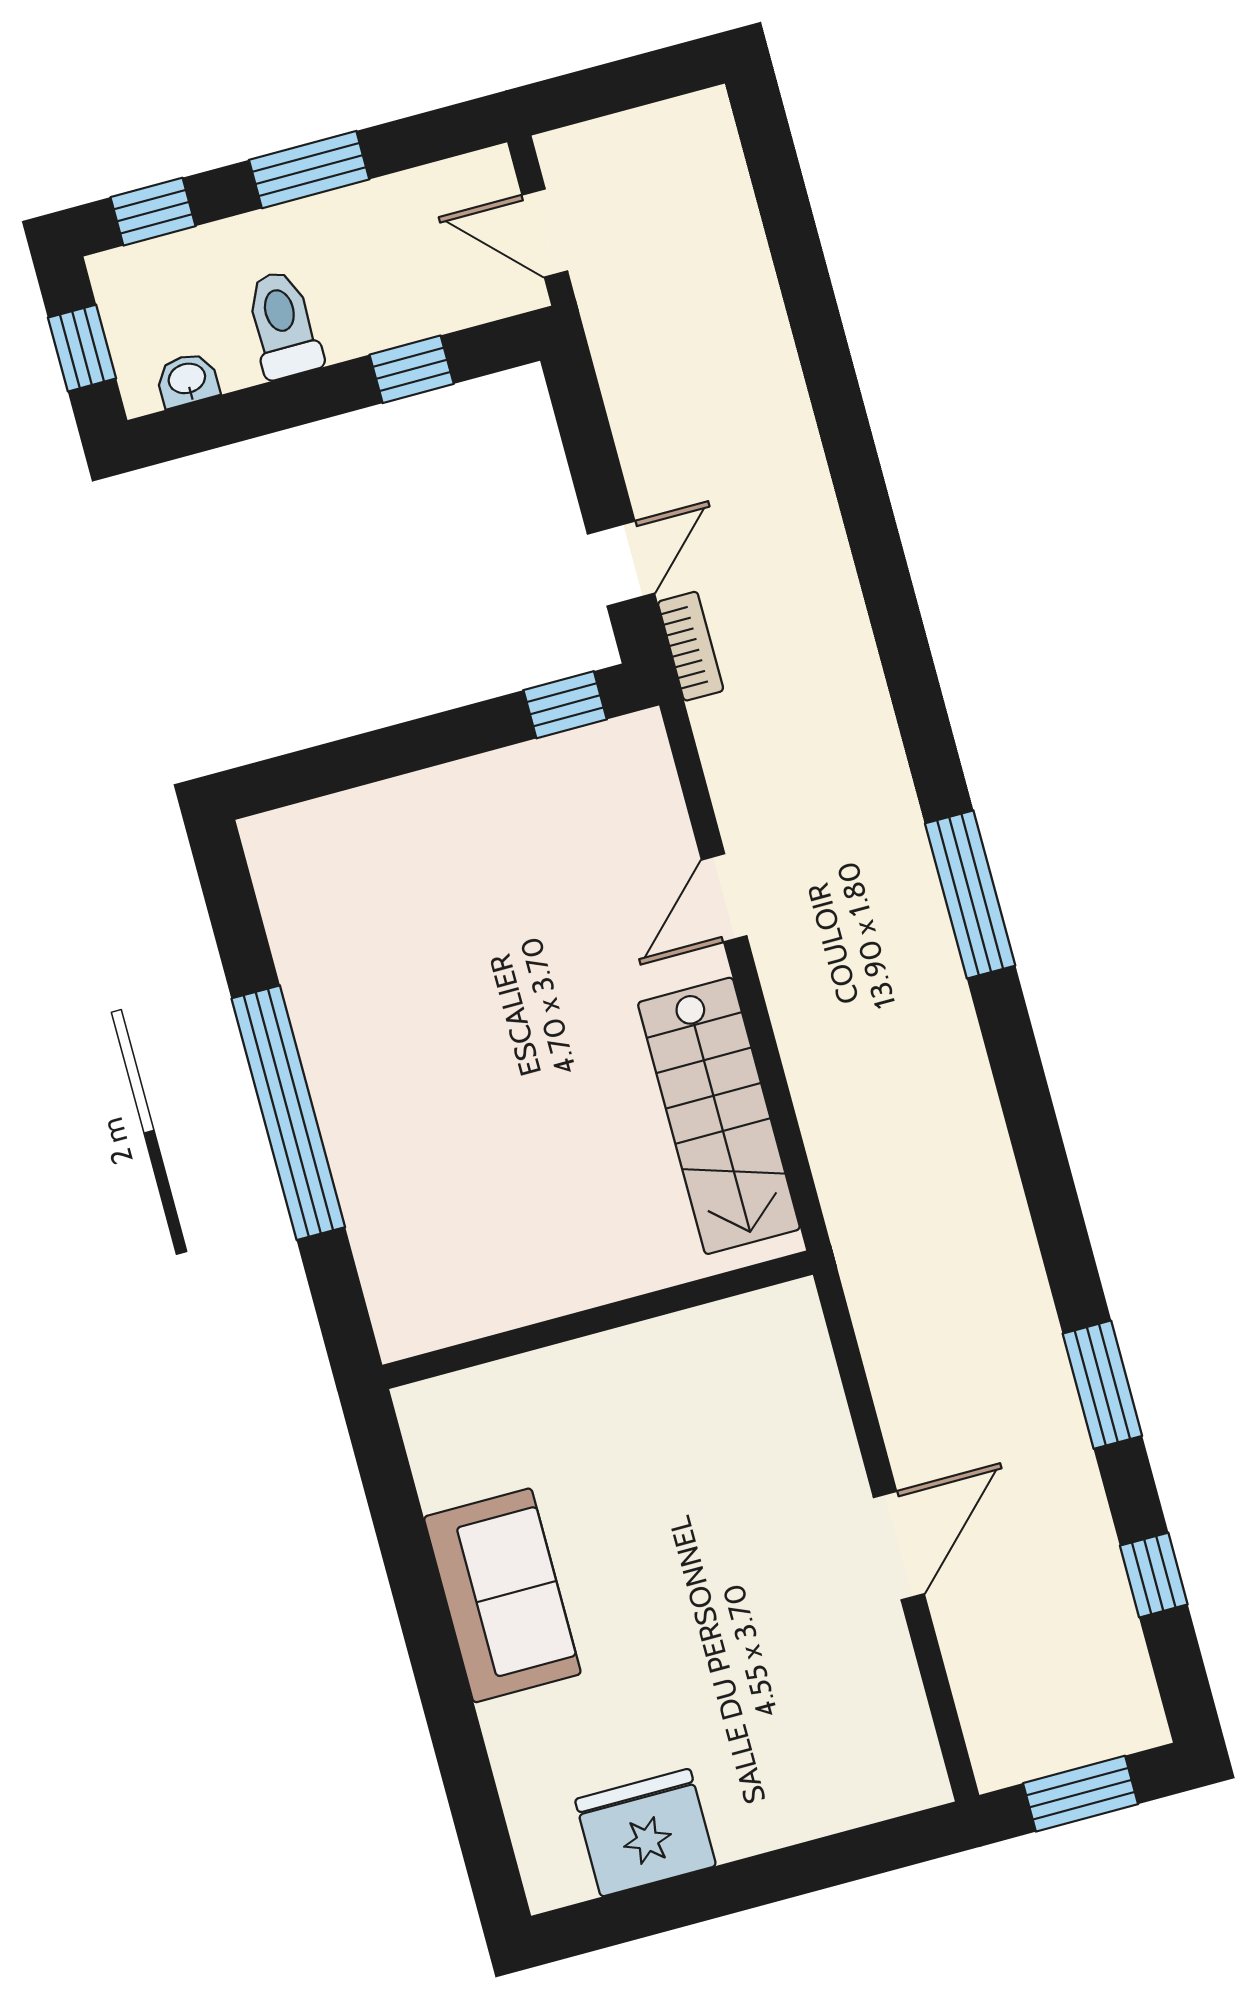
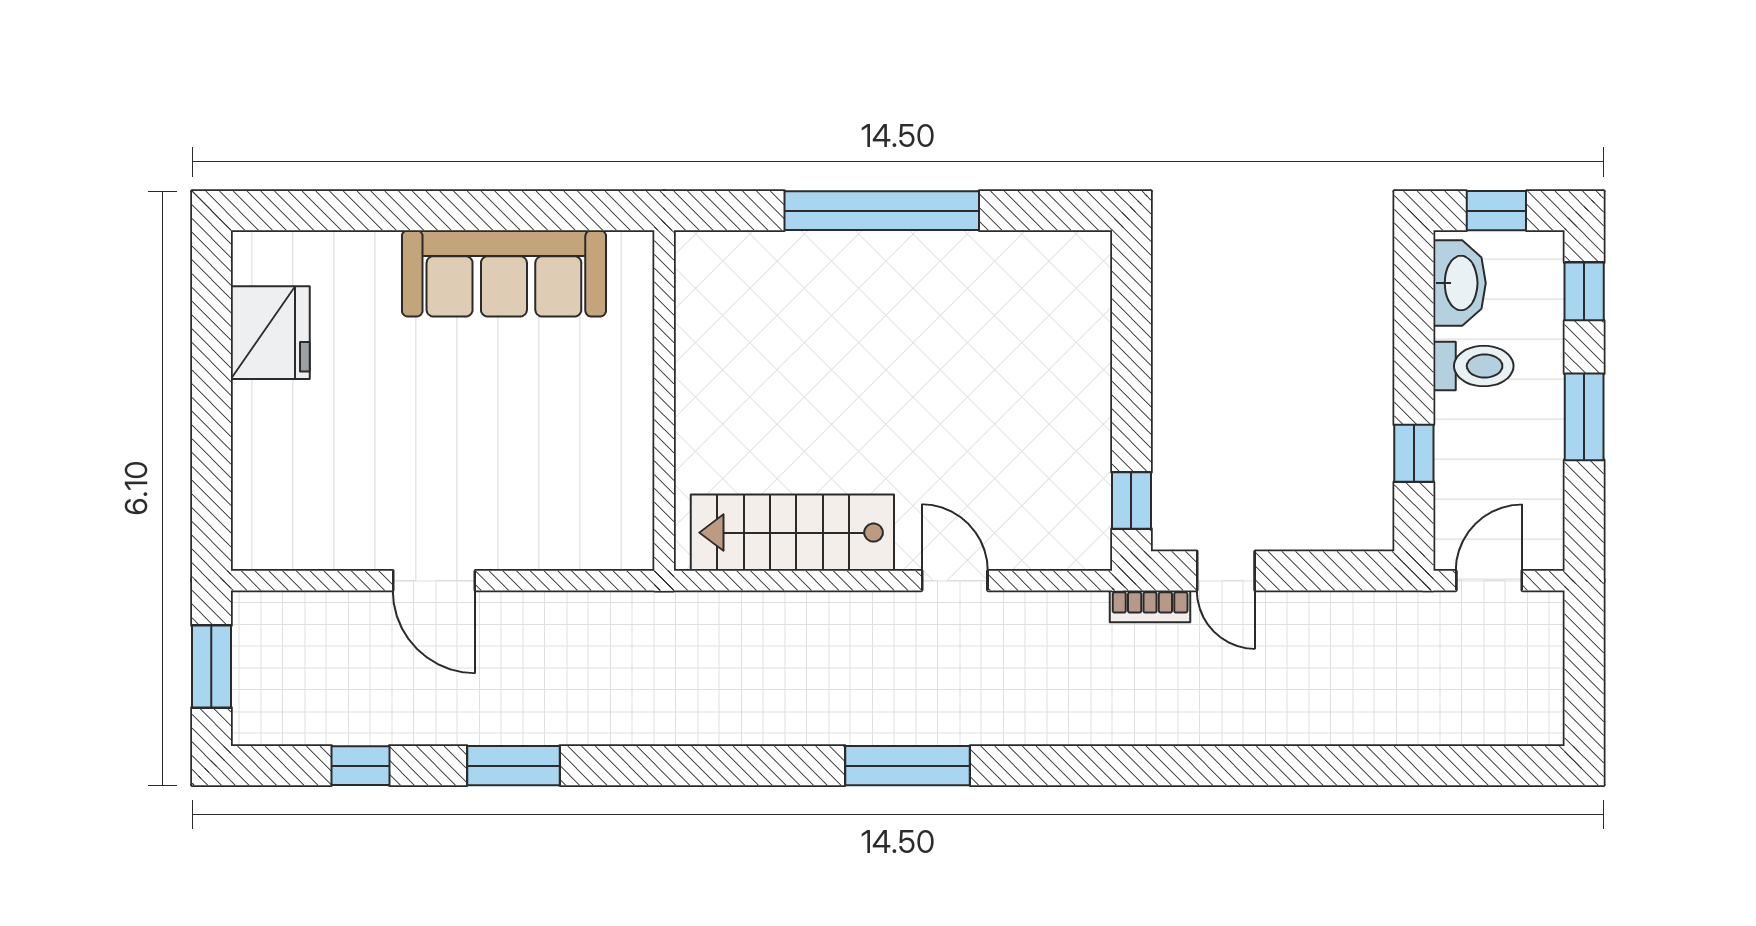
washbasin: (187, 380) -> (1459, 283), width x1.91, depth x1.45
sofa: (502, 1595) -> (504, 273), width x1.36

